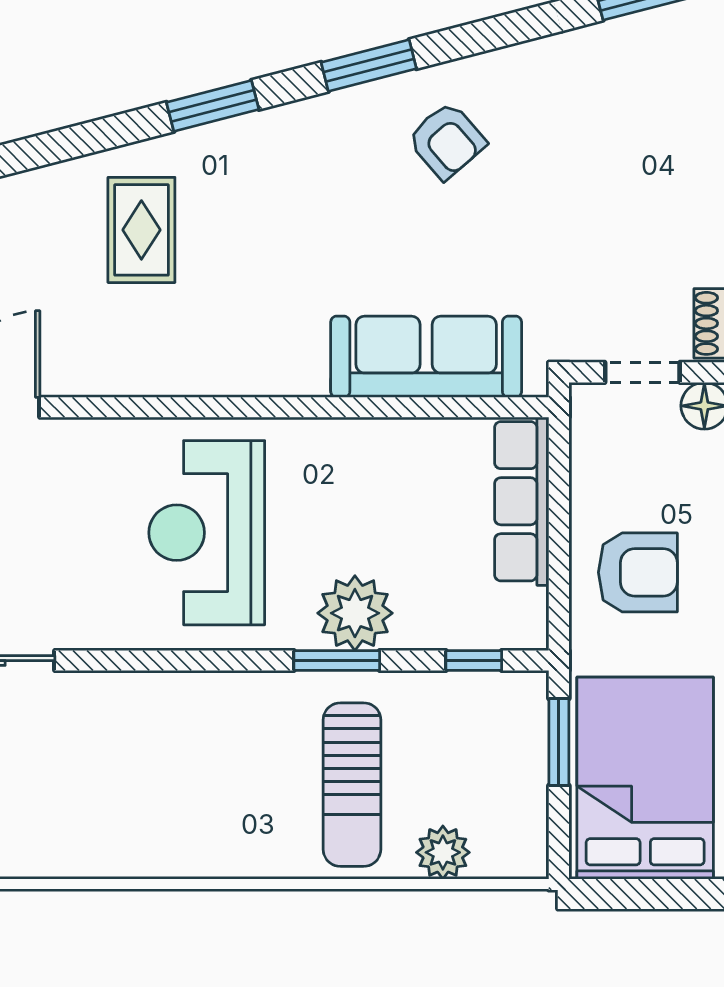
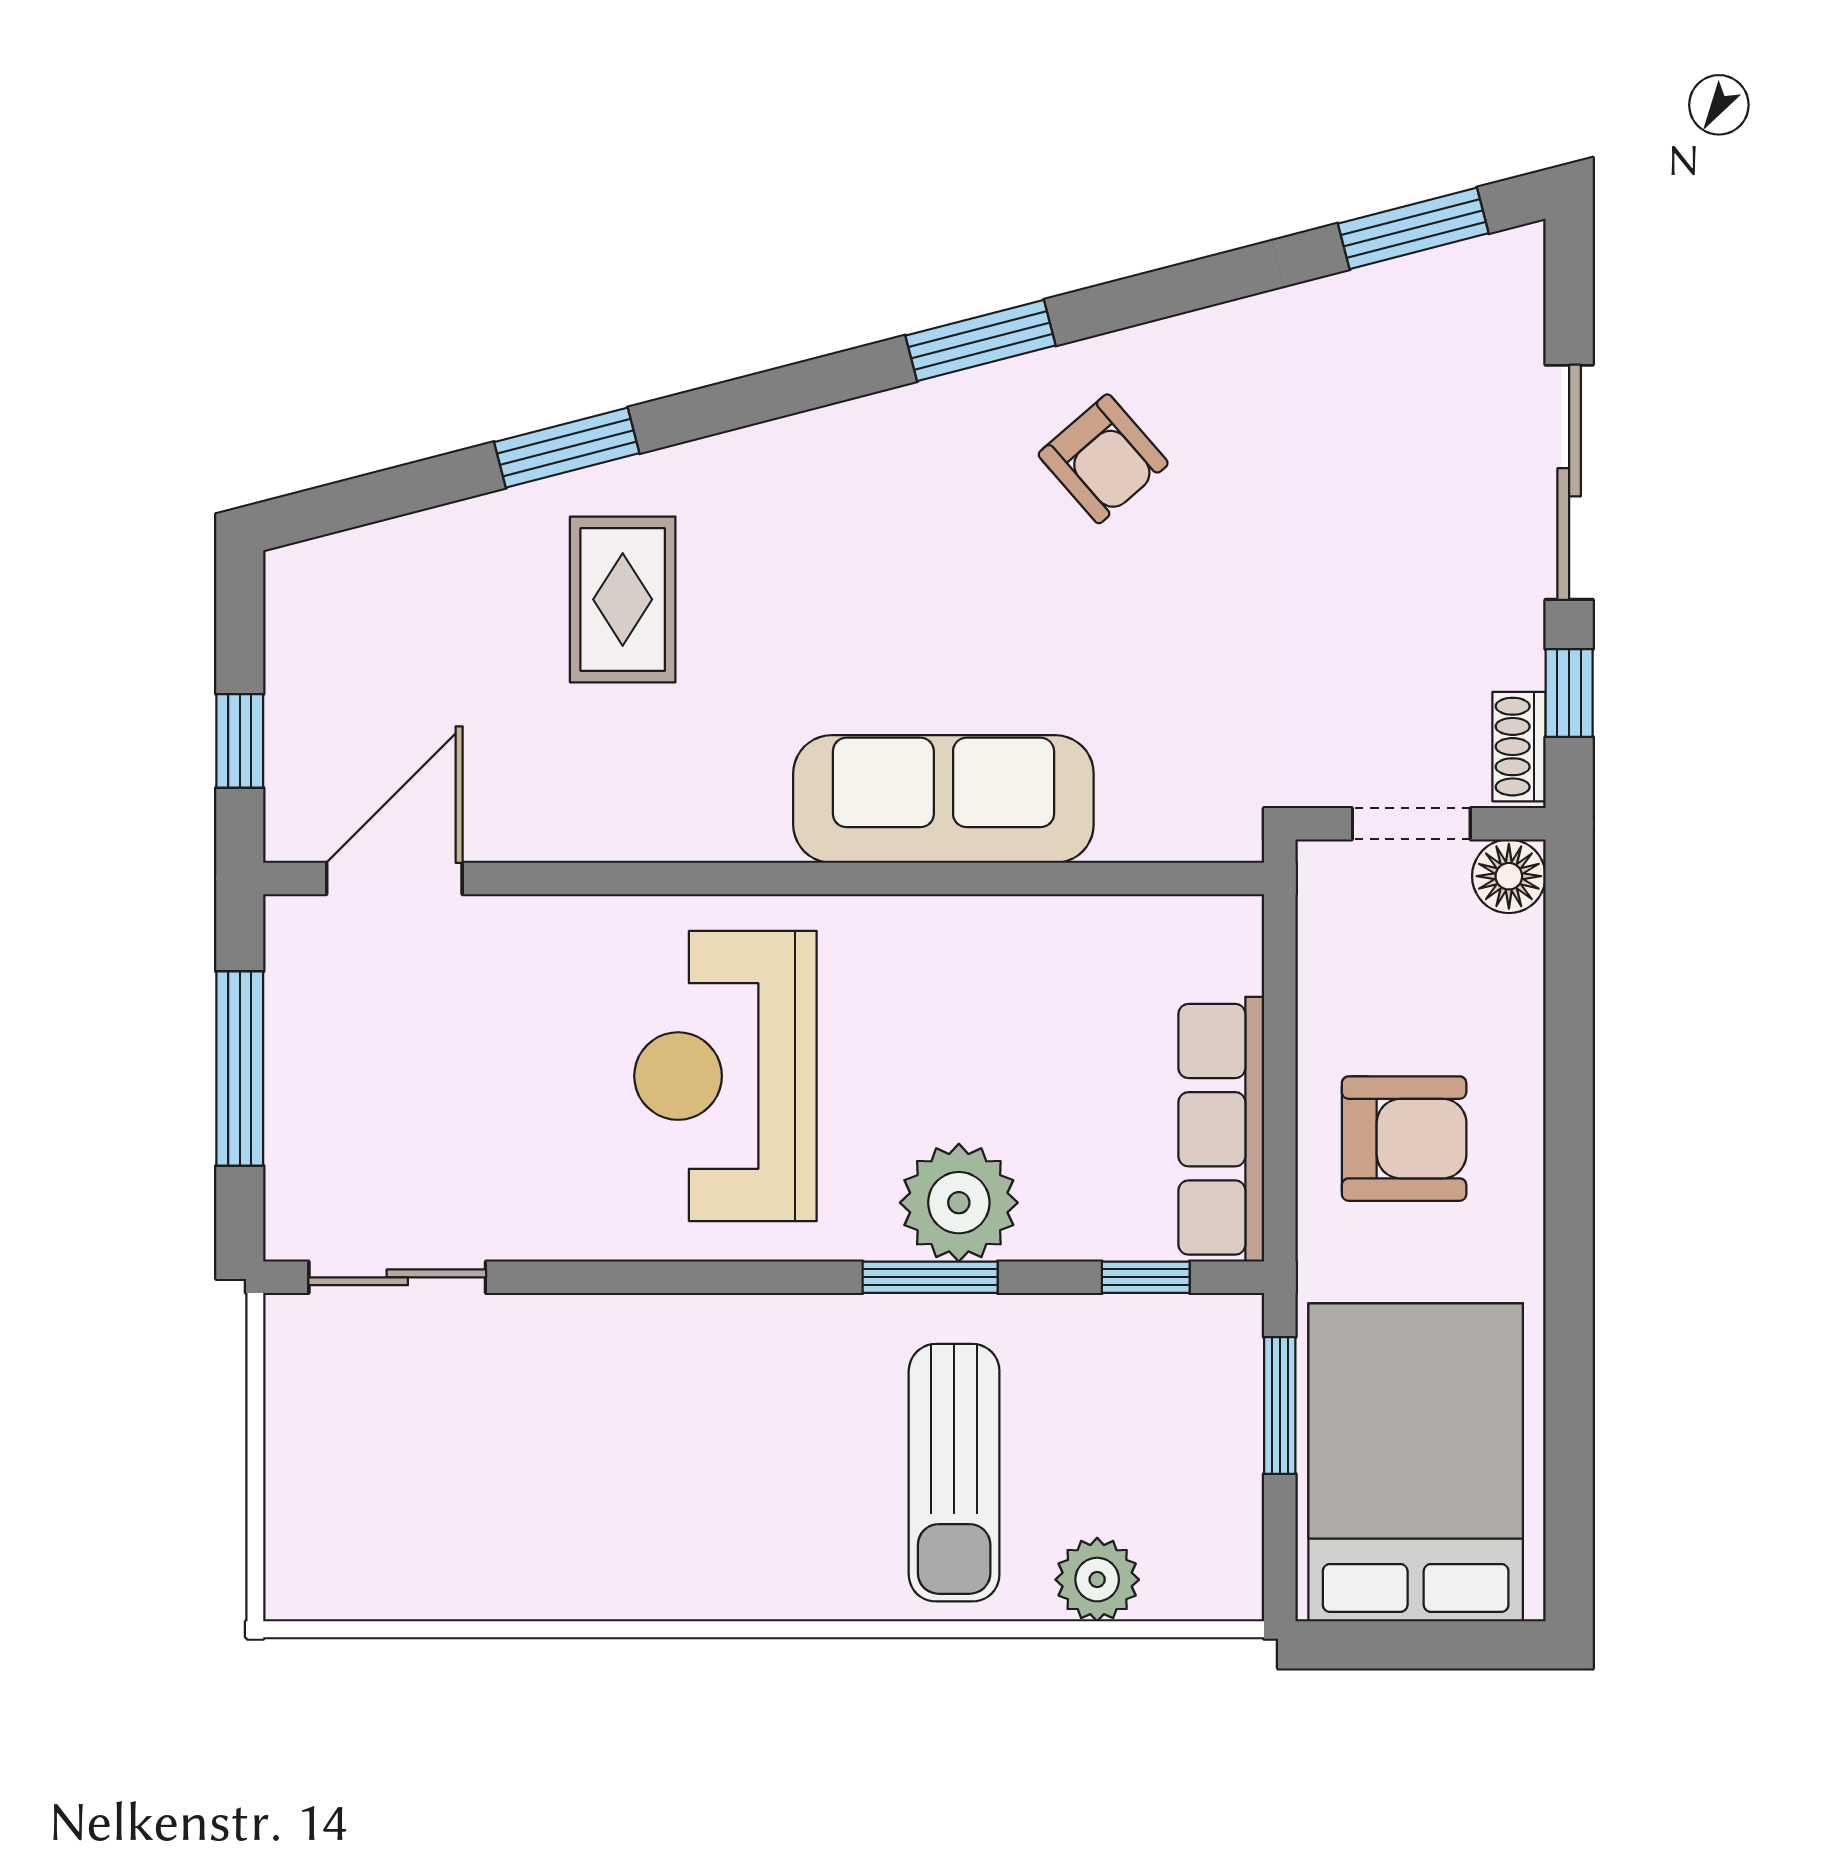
window: (213, 106) -> (567, 448), moved
sofa: (426, 357) -> (943, 799), moved
row of seats: (522, 501) -> (1221, 1129), moved

